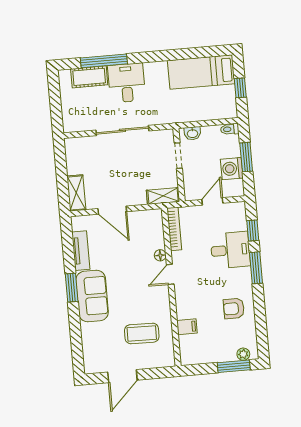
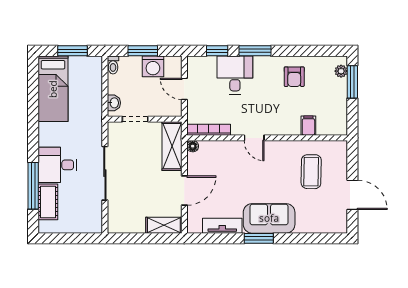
window: (240, 88) -> (72, 51), width x1.50
shelving: (163, 196) -> (172, 146), width x1.50, depth x1.33
floor lamp: (160, 255) -> (193, 146), moved

